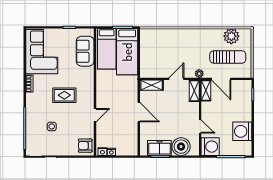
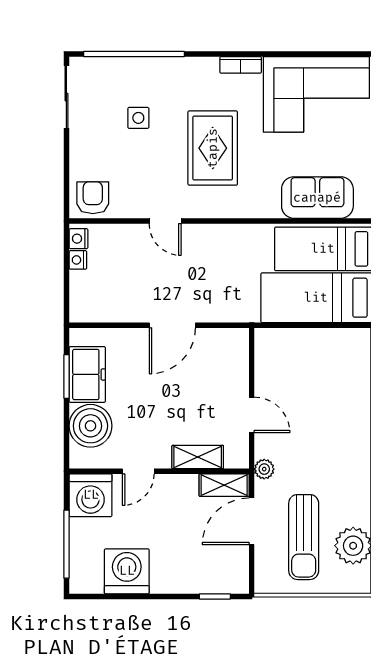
shelving: (152, 85) -> (237, 356), removed
shelving: (194, 91) -> (198, 457), moved
rug: (64, 95) -> (213, 148), width x1.36, depth x1.43

